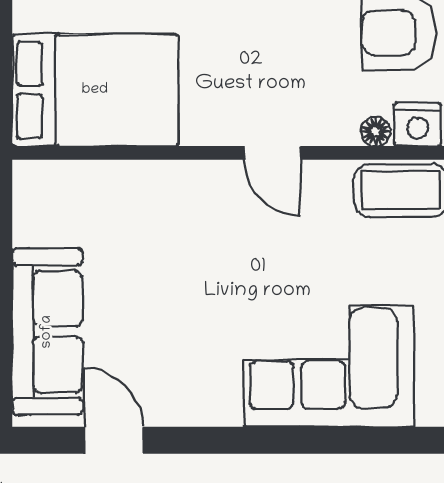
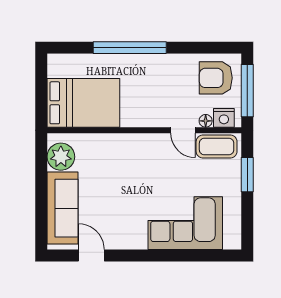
door: (272, 153) -> (183, 130), moved
plant: (43, 214) -> (61, 157), added

